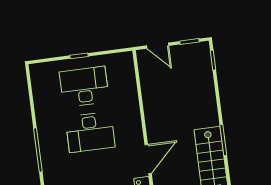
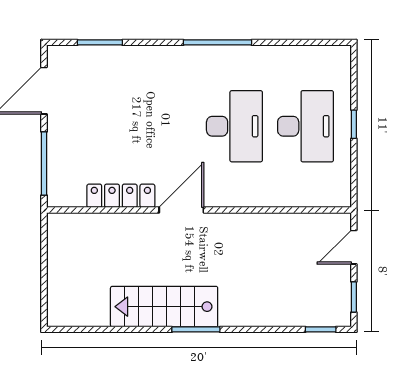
desk: (90, 132) -> (234, 126), turned 180
door: (148, 159) -> (181, 210), swing flipped

